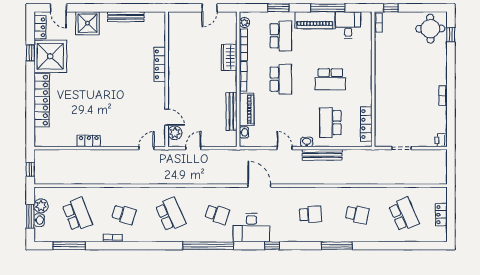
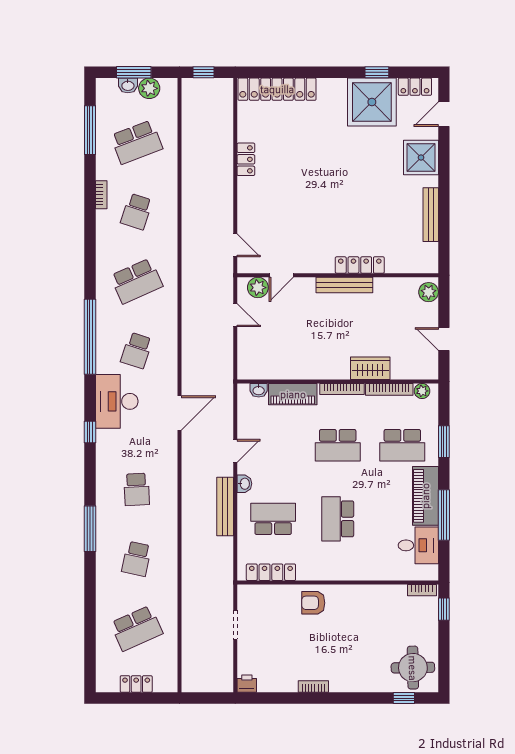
plant: (178, 18) -> (429, 292), added
armchair: (387, 96) -> (313, 603), added
locker: (42, 100) -> (277, 89), moved
bench: (231, 111) -> (344, 285), moved

